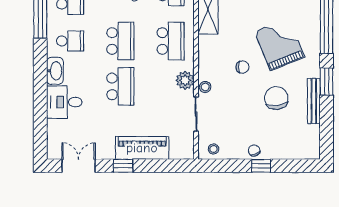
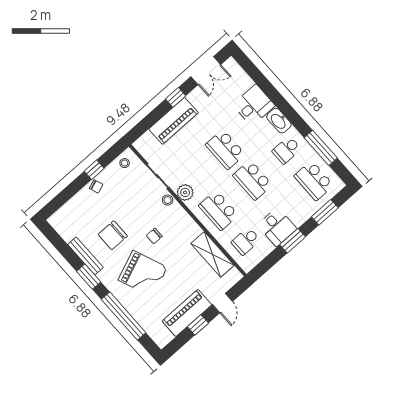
chair: (276, 98) -> (113, 235), turned 96
window: (261, 166) -> (94, 170), moved

